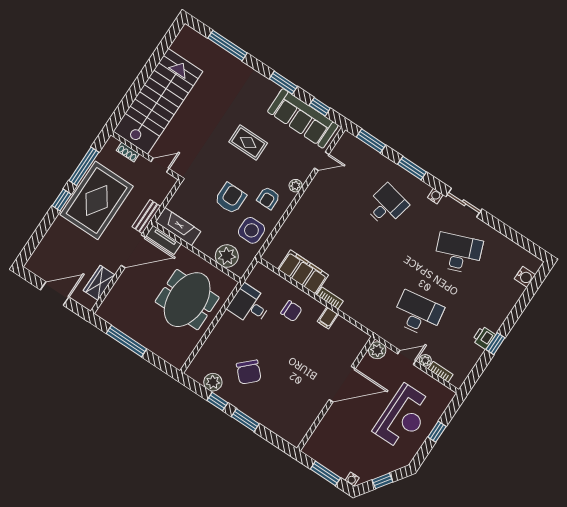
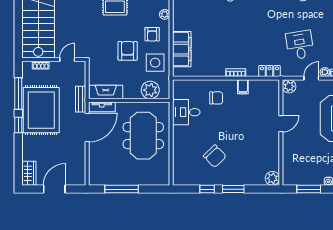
filing cabinet: (303, 272) -> (182, 49), moved, turned 90
wardrobe: (99, 283) -> (29, 173), moved, turned 180
desk: (418, 314) -> (300, 45), width x0.73
locker: (367, 320) -> (269, 71), added
plant: (213, 382) -> (272, 178), moved
door: (342, 384) -> (281, 124), width x0.53

